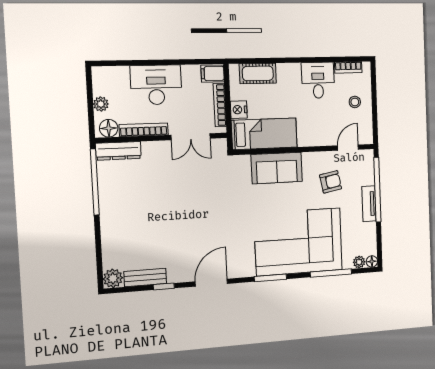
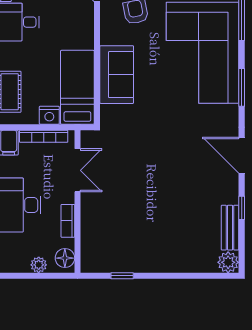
bookcase: (144, 130) -> (68, 221), width x0.64
dresser: (118, 151) -> (90, 249), removed
window: (95, 182) -> (122, 276), width x0.32

